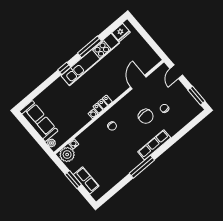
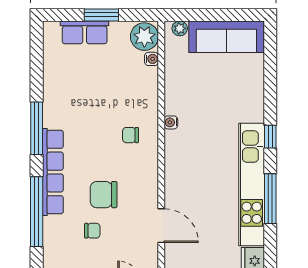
locker: (103, 104) -> (173, 148), removed
window: (176, 138) -> (37, 212), added
row of seats: (154, 145) -> (53, 172), width x1.36

